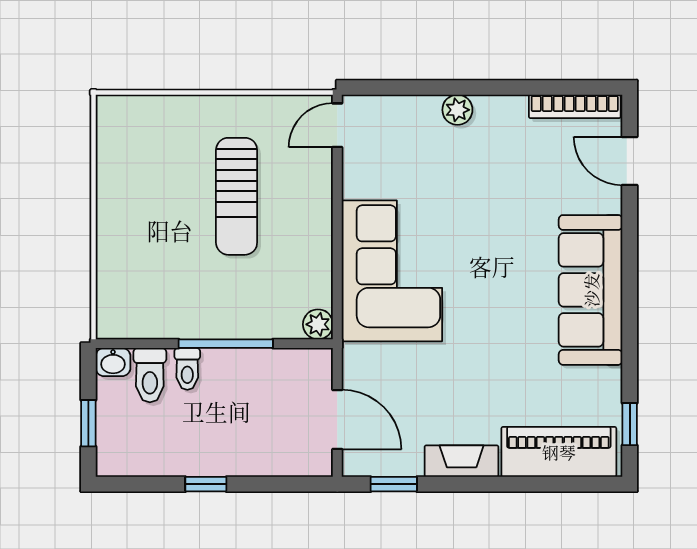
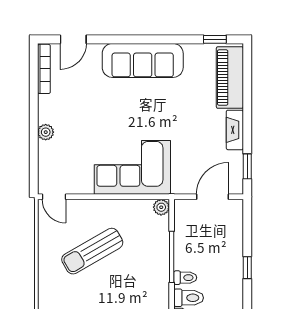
sun lounger: (237, 196) -> (92, 251), turned 150

